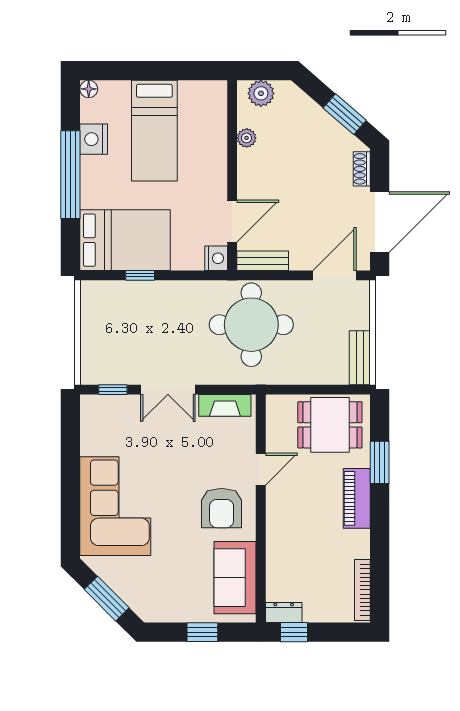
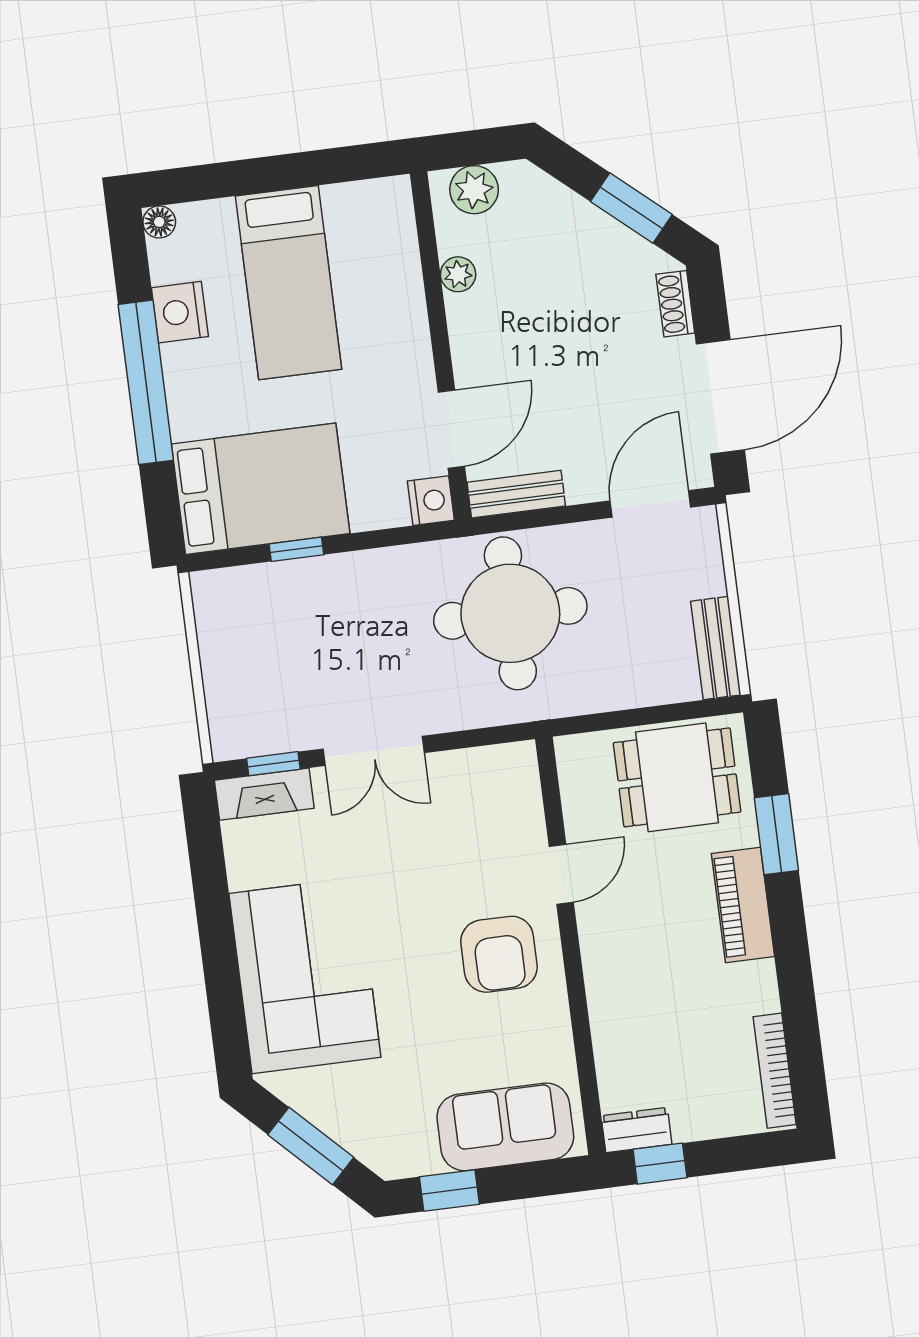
fireplace: (225, 405) -> (264, 794), moved
sofa: (235, 578) -> (505, 1127), moved, turned 90
window: (202, 632) -> (449, 1191), moved

